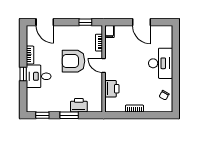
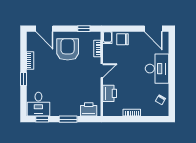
door: (141, 22) -> (153, 29), moved
chair: (125, 33) -> (122, 39), added
armchair: (74, 61) -> (68, 49), moved, turned 90
door: (104, 65) -> (102, 71), swing flipped
desk: (39, 76) -> (38, 104), moved, turned -90
printer: (79, 105) -> (89, 109), moved

